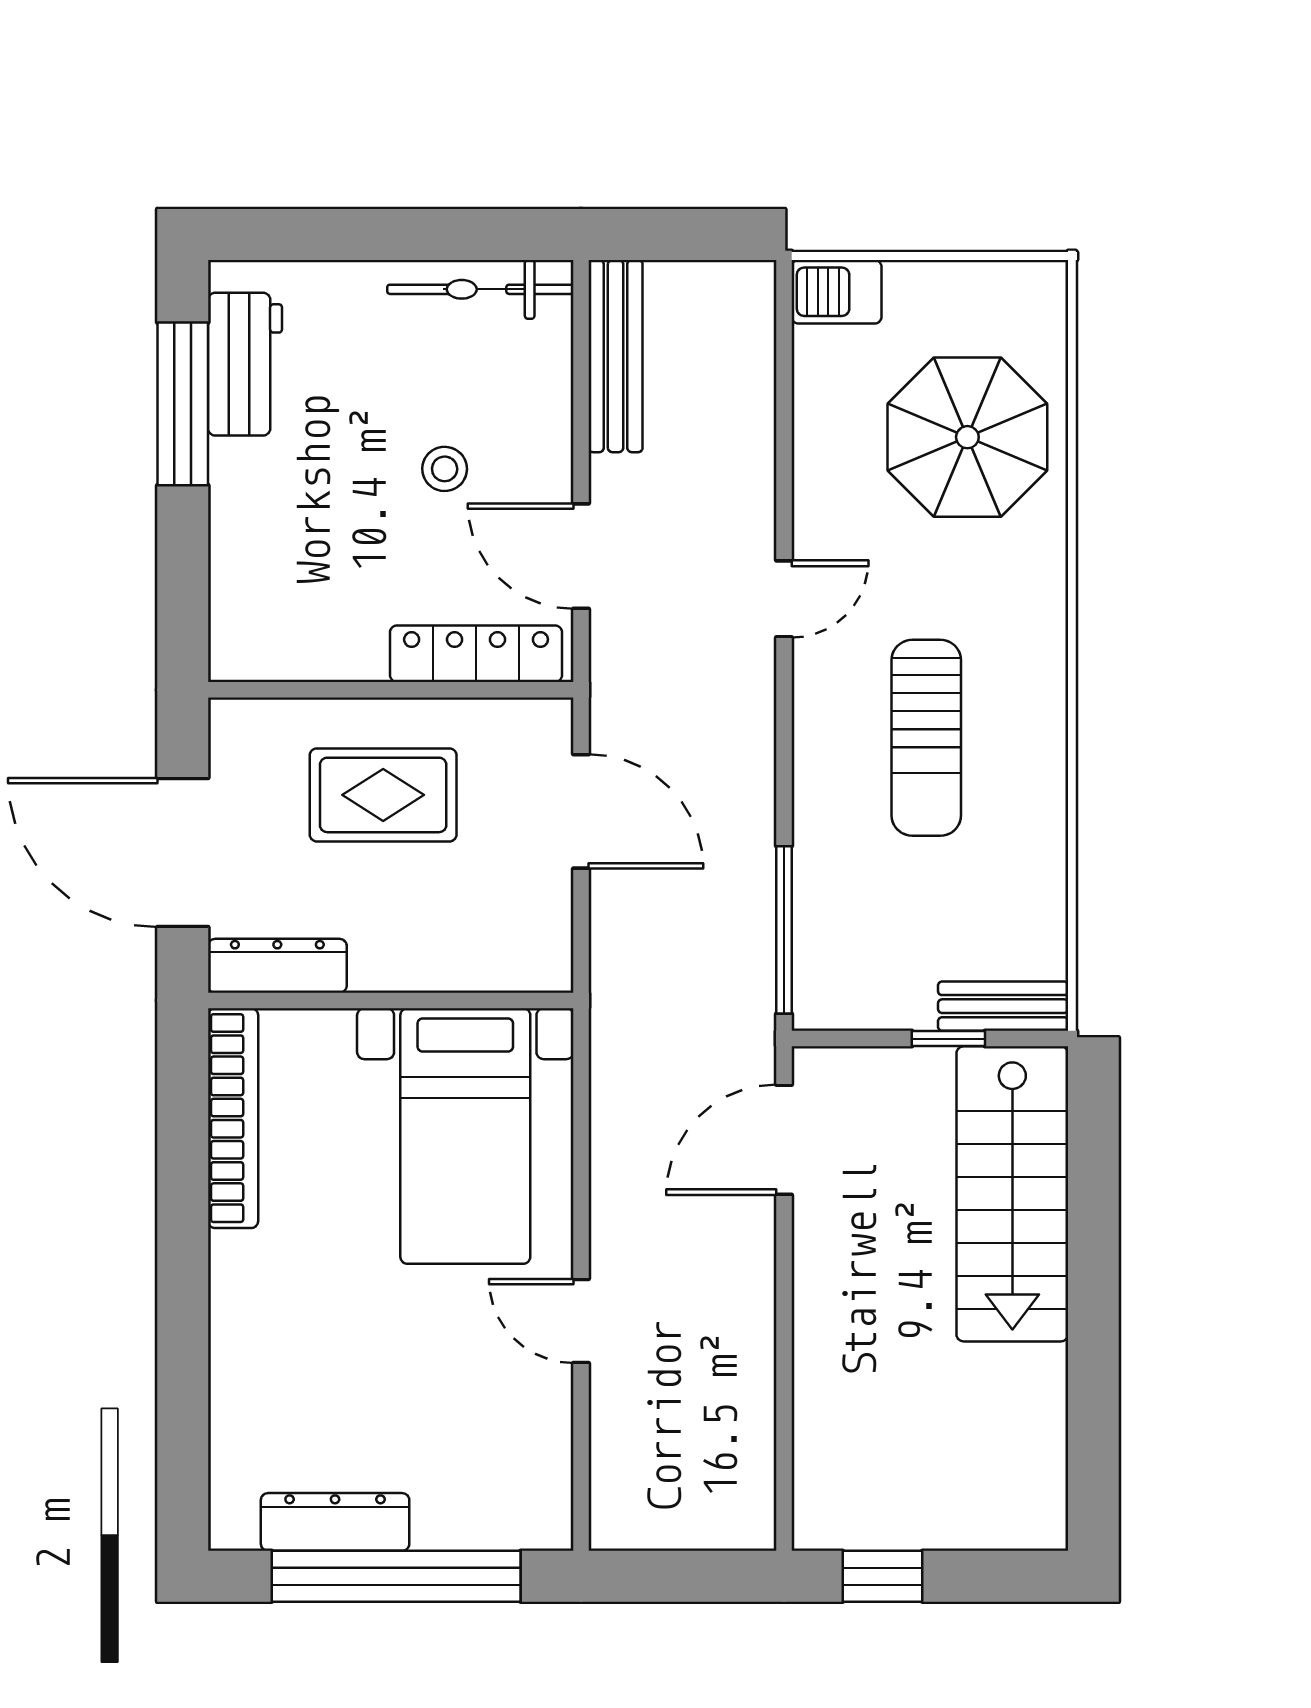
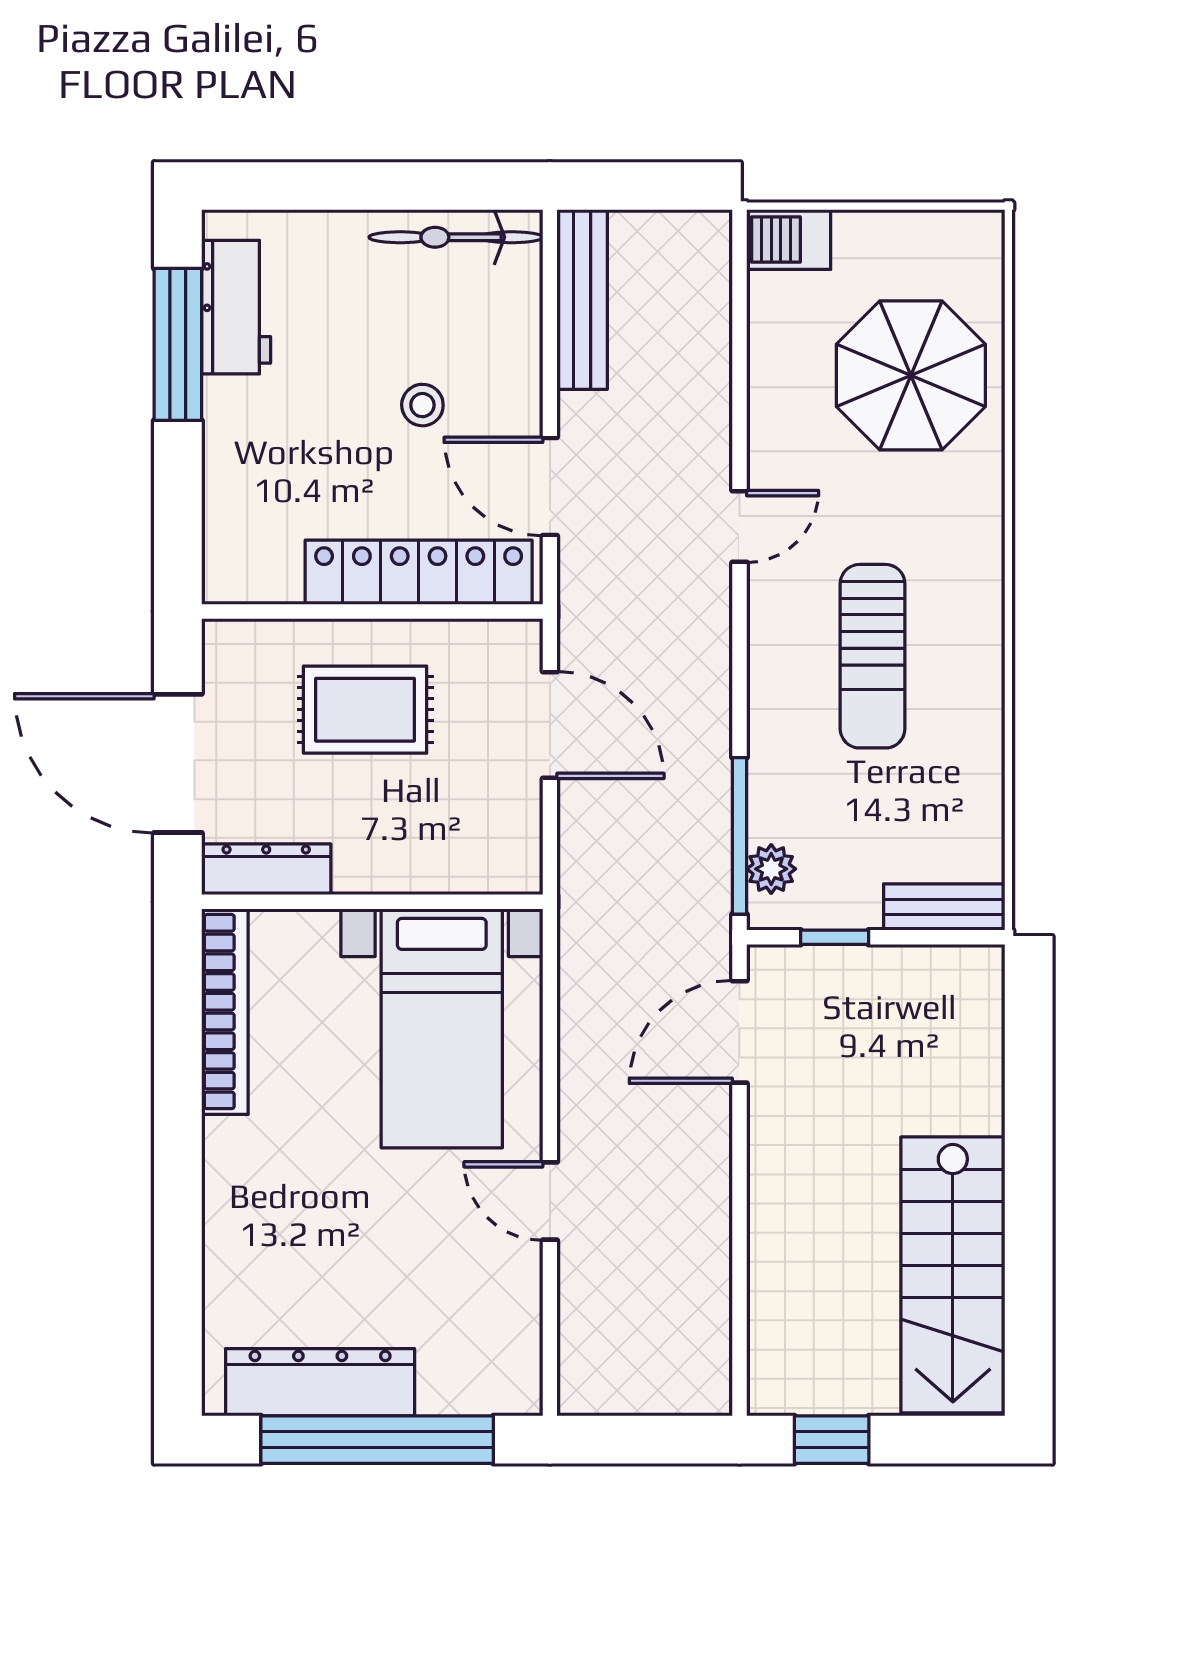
locker: (476, 654) -> (419, 572), width x1.41, depth x1.21
plant: (818, 965) -> (771, 869), added
window: (948, 1039) -> (835, 937), moved
stairs: (1012, 1194) -> (953, 1275), moved
dresser: (335, 1522) -> (320, 1382), width x1.37, depth x1.24

